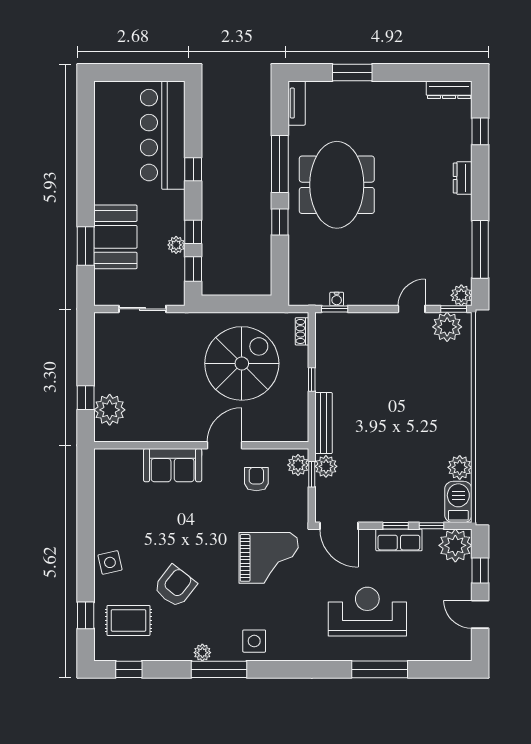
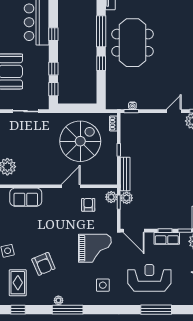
plant: (176, 245) -> (44, 76), removed
sofa: (173, 465) -> (26, 197), moved
armchair: (175, 586) -> (43, 264), turned 119
rug: (129, 620) -> (18, 283), turned 90
side table: (254, 641) -> (103, 285), moved

